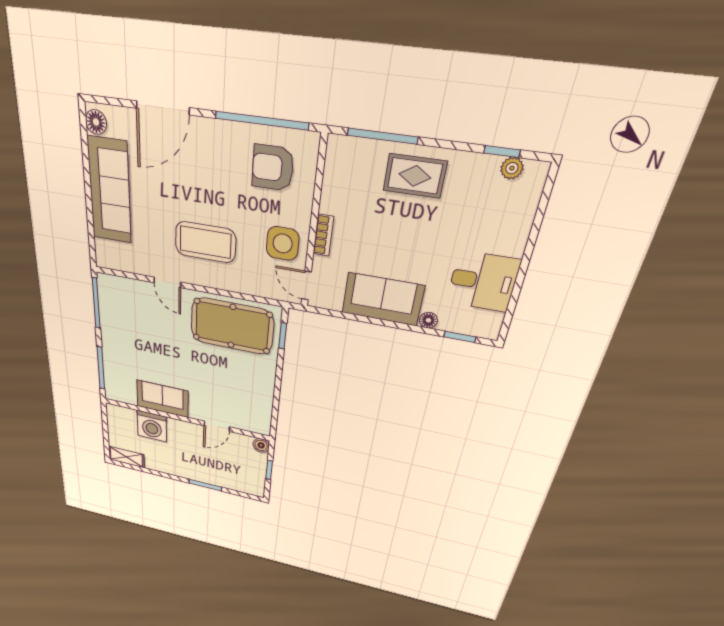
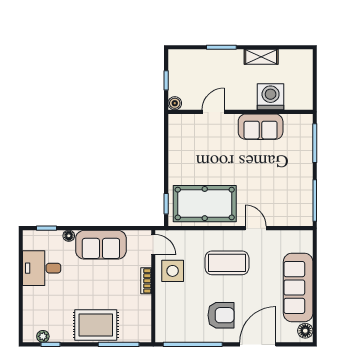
armchair: (273, 168) -> (221, 315), moved
rug: (415, 176) -> (96, 325), width x1.36, depth x1.43
shelving: (126, 457) -> (261, 57), moved

